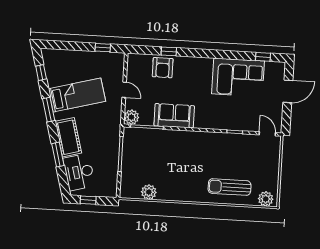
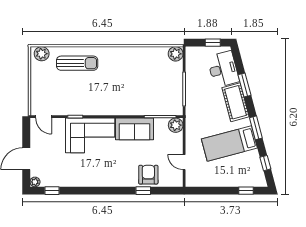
window: (103, 48) -> (246, 191), moved
plant: (280, 67) -> (35, 182), added
corner sofa: (238, 77) -> (90, 135), moved, turned 180
door: (124, 90) -> (184, 162), moved
plant: (149, 192) -> (176, 54), moved

